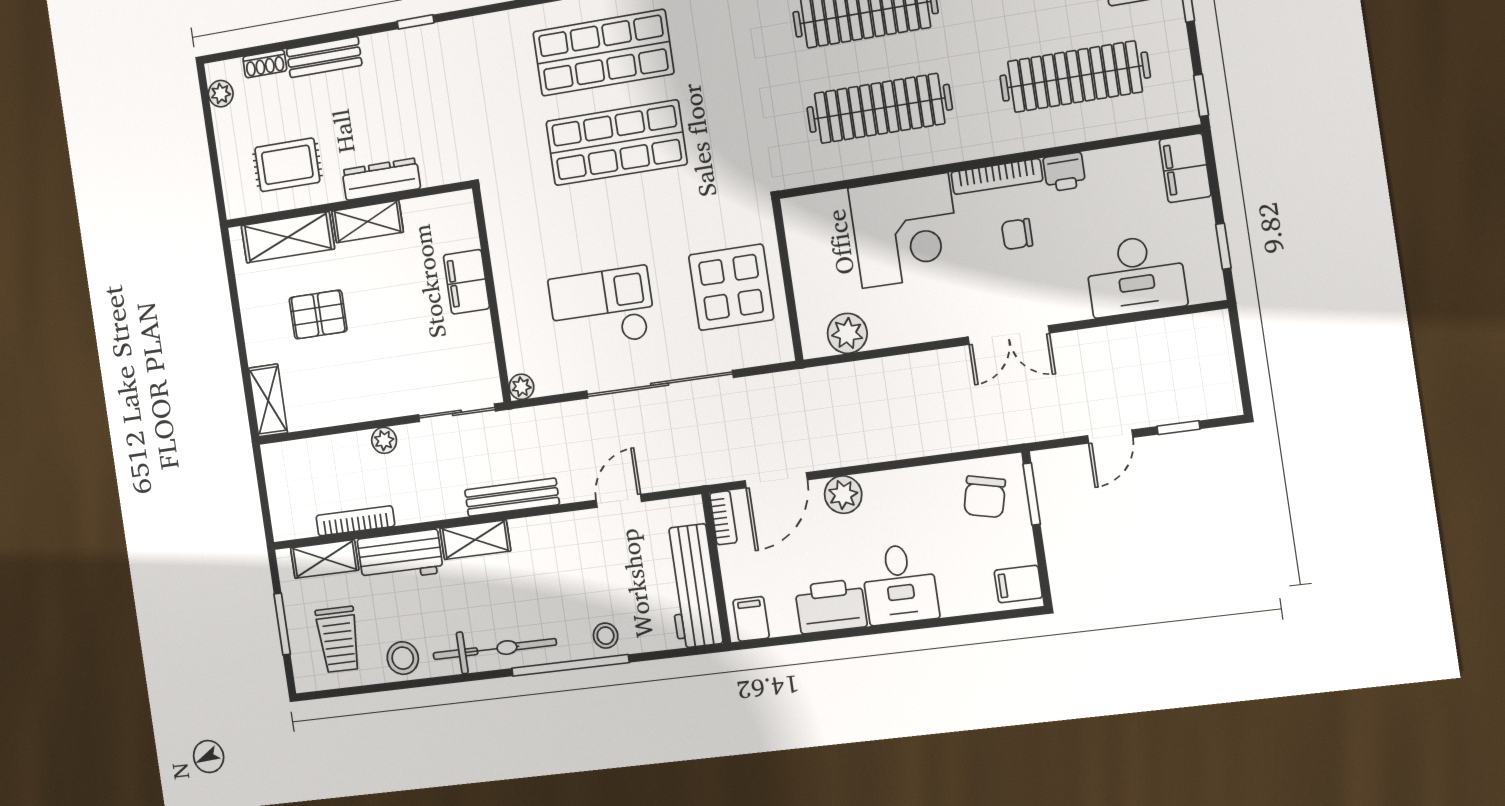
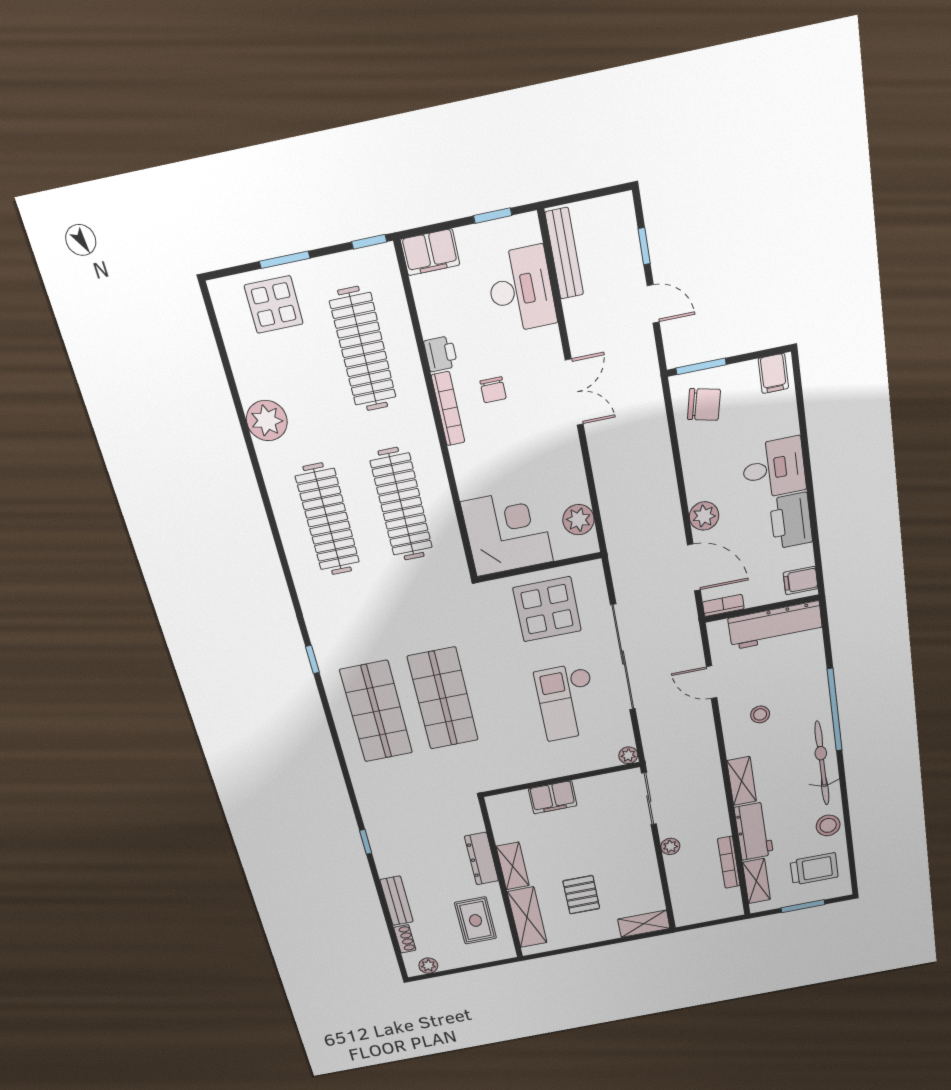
corner desk: (905, 231) -> (507, 532), moved
bench: (512, 497) -> (564, 254), moved
stool: (606, 636) -> (760, 714), moved

